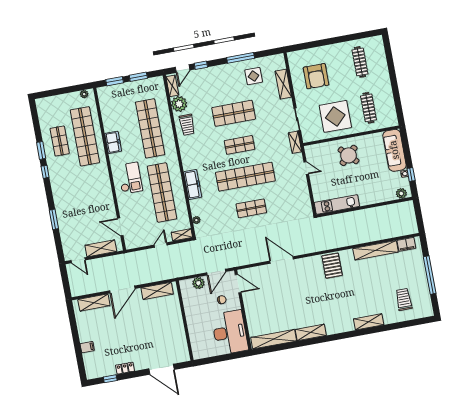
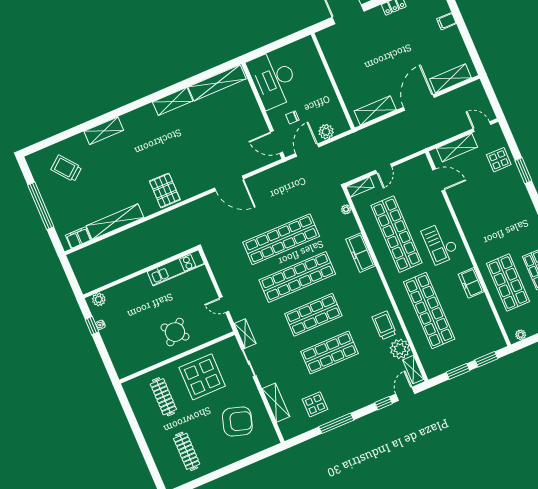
armchair: (316, 76) -> (237, 421), turned 107
shop shelf: (85, 136) -> (508, 283), width x0.71
shop shelf: (240, 145) -> (313, 315), width x1.43, depth x1.36
sofa: (394, 150) -> (119, 351), removed
shop shelf: (251, 208) -> (281, 239), width x2.00, depth x1.36
display table: (71, 232) -> (499, 160), added
trolley: (404, 299) -> (66, 168), turned 141

